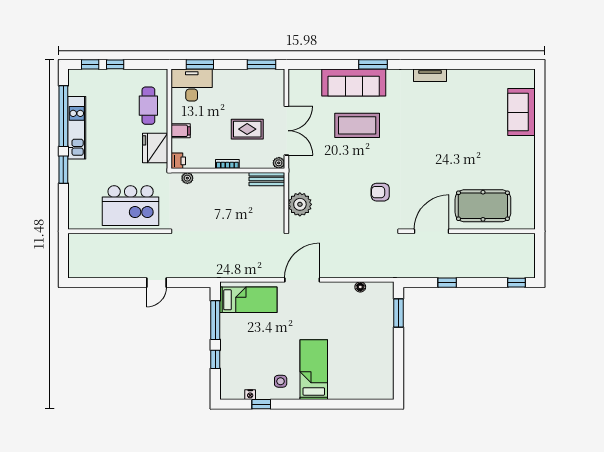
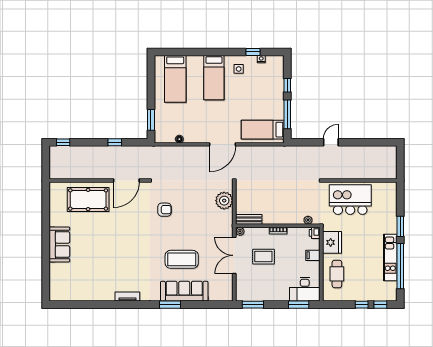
sofa: (522, 112) -> (59, 244), moved
bed: (366, 368) -> (175, 79), added

